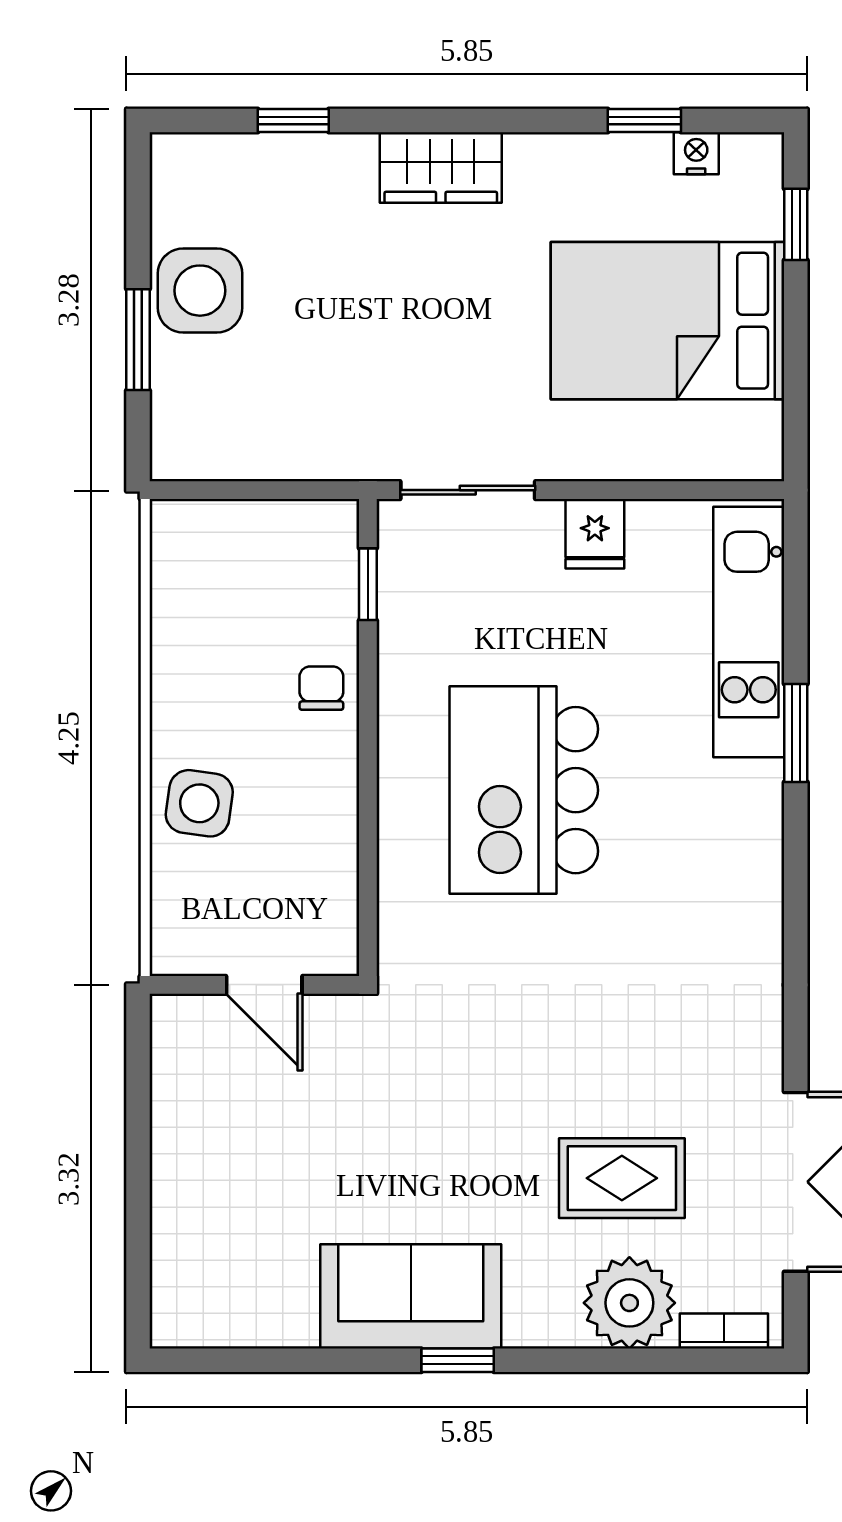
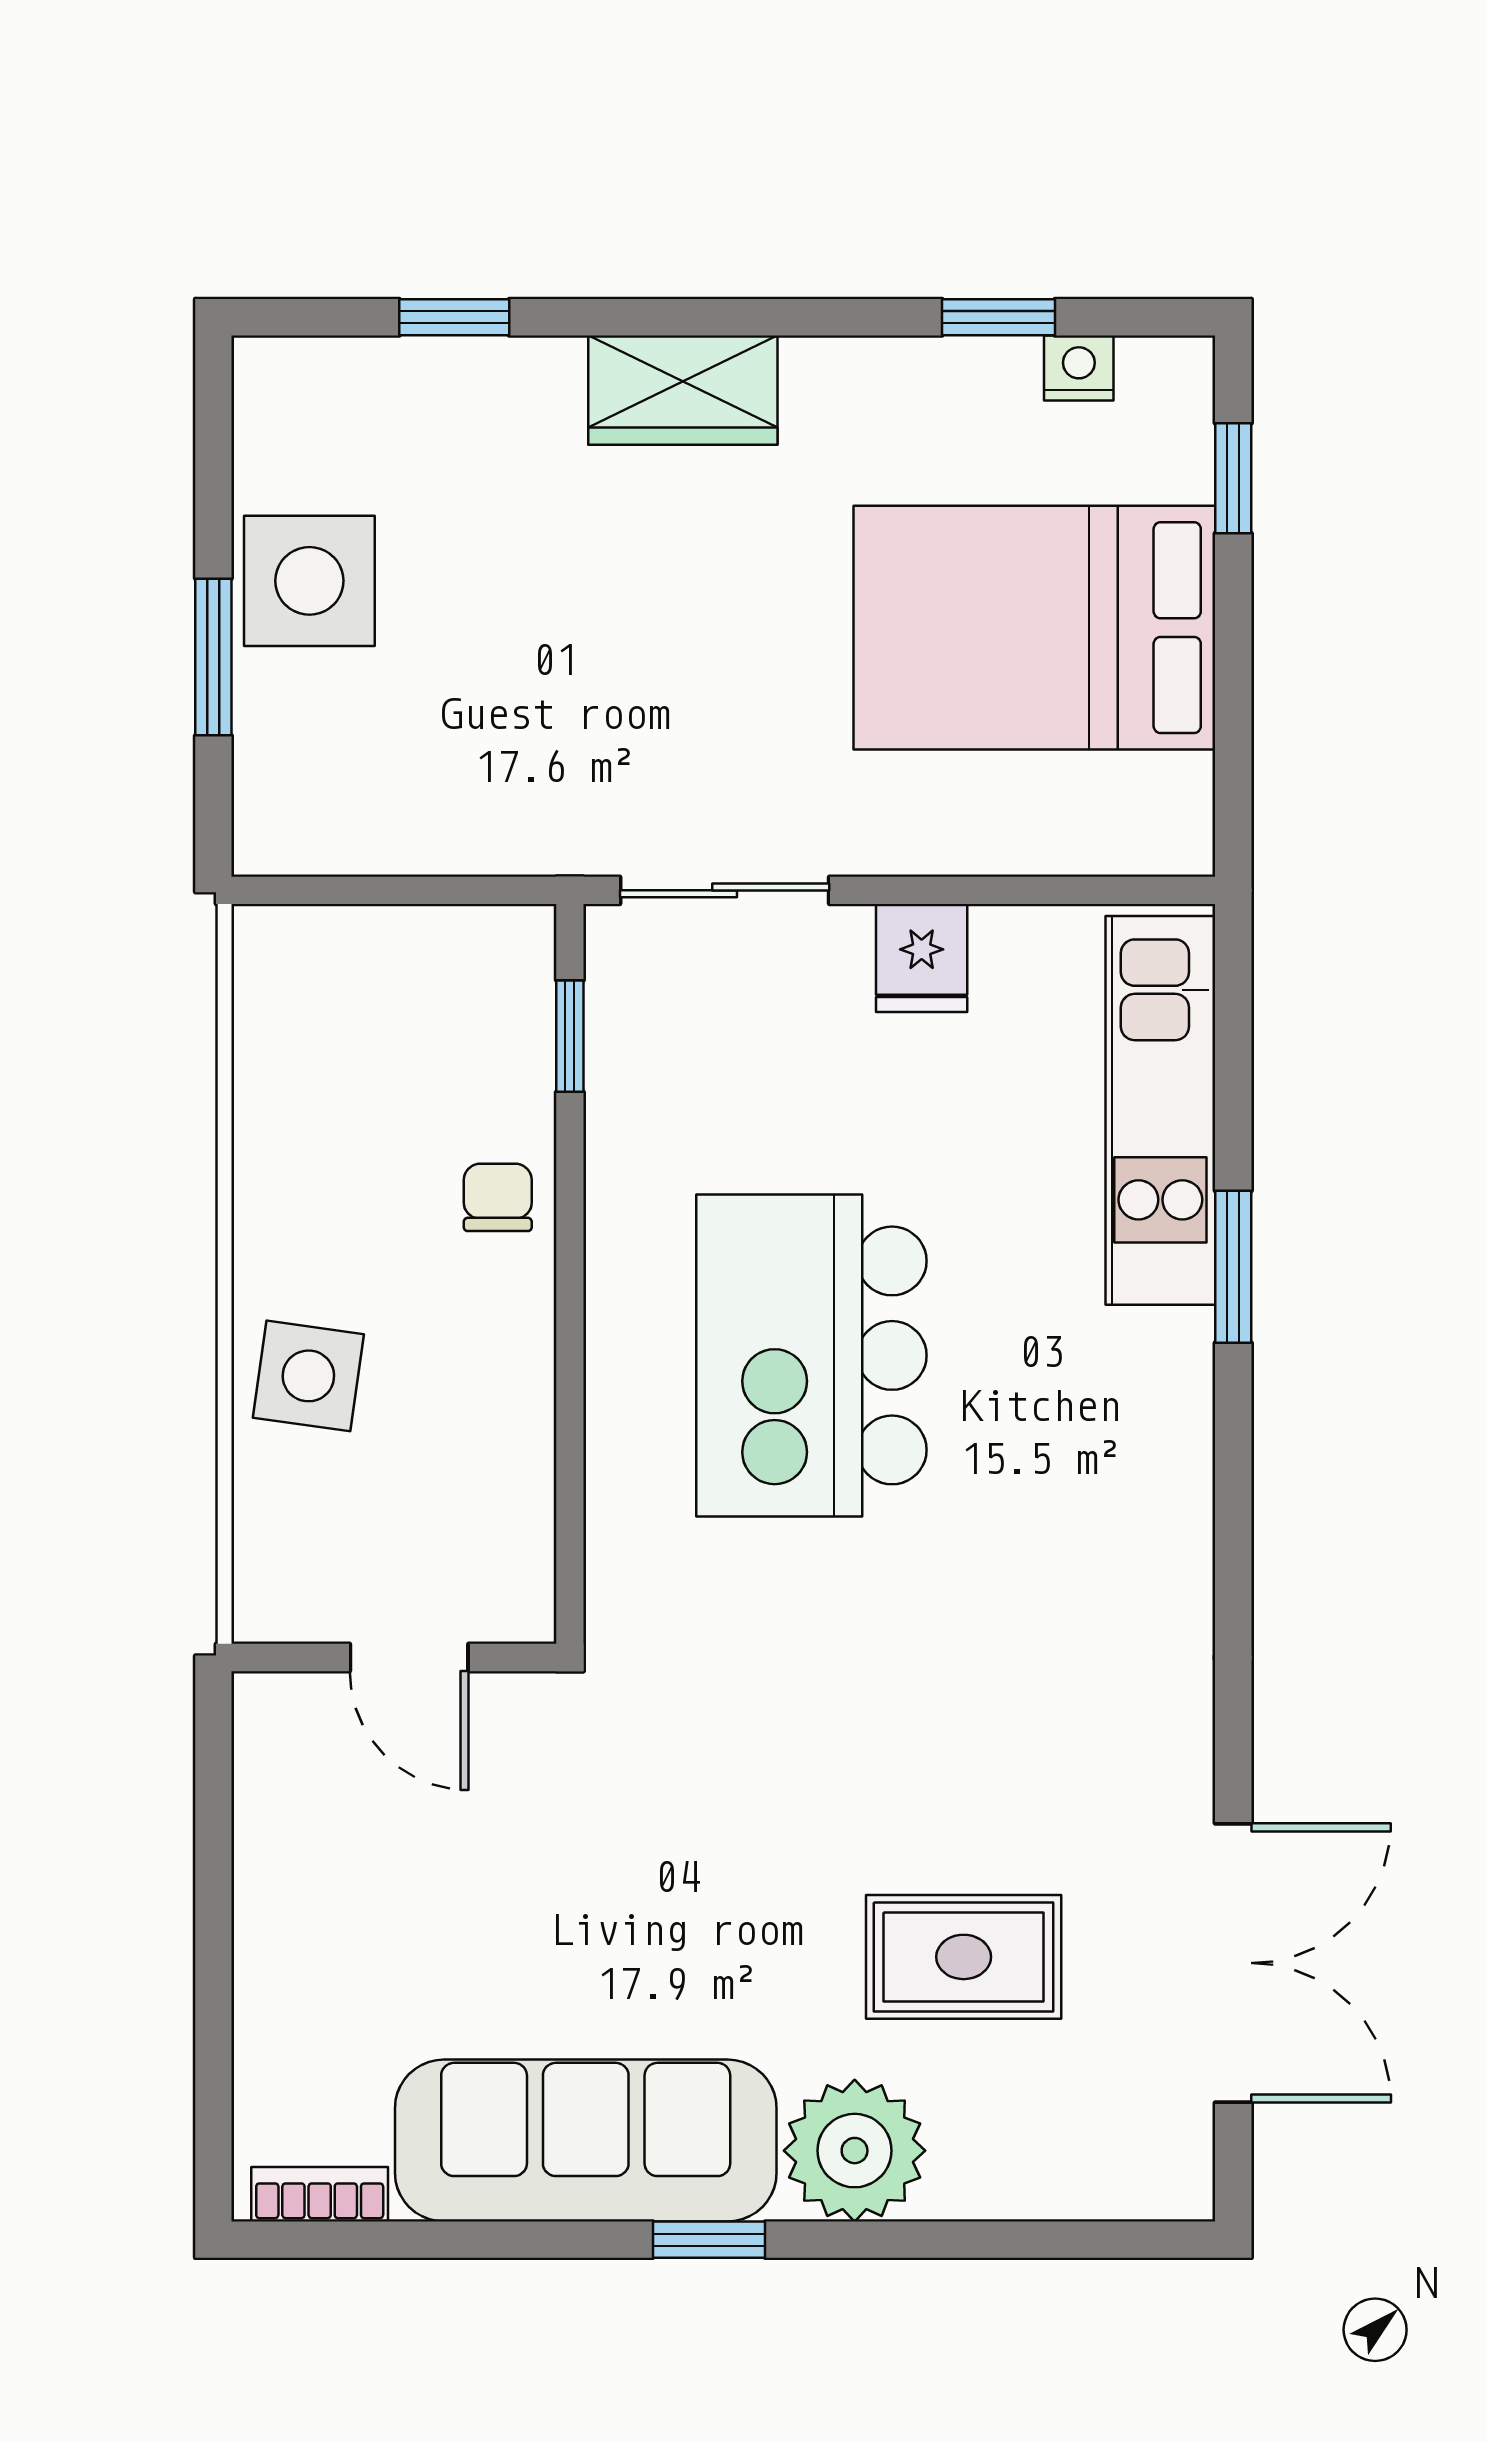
sofa: (411, 1296) -> (586, 2141), width x1.36
plant: (629, 1303) -> (855, 2151), moved
bookcase: (724, 1331) -> (320, 2194), moved

